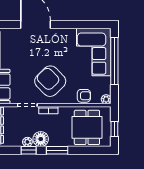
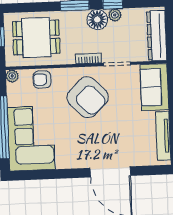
dining table: (87, 127) -> (36, 37), turned 90

